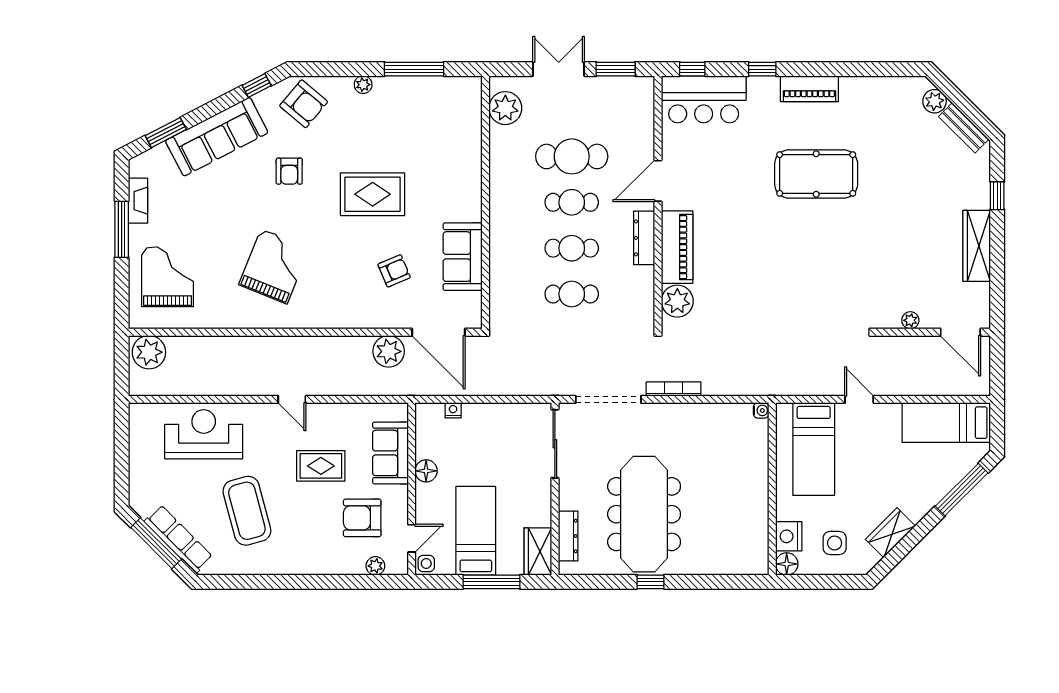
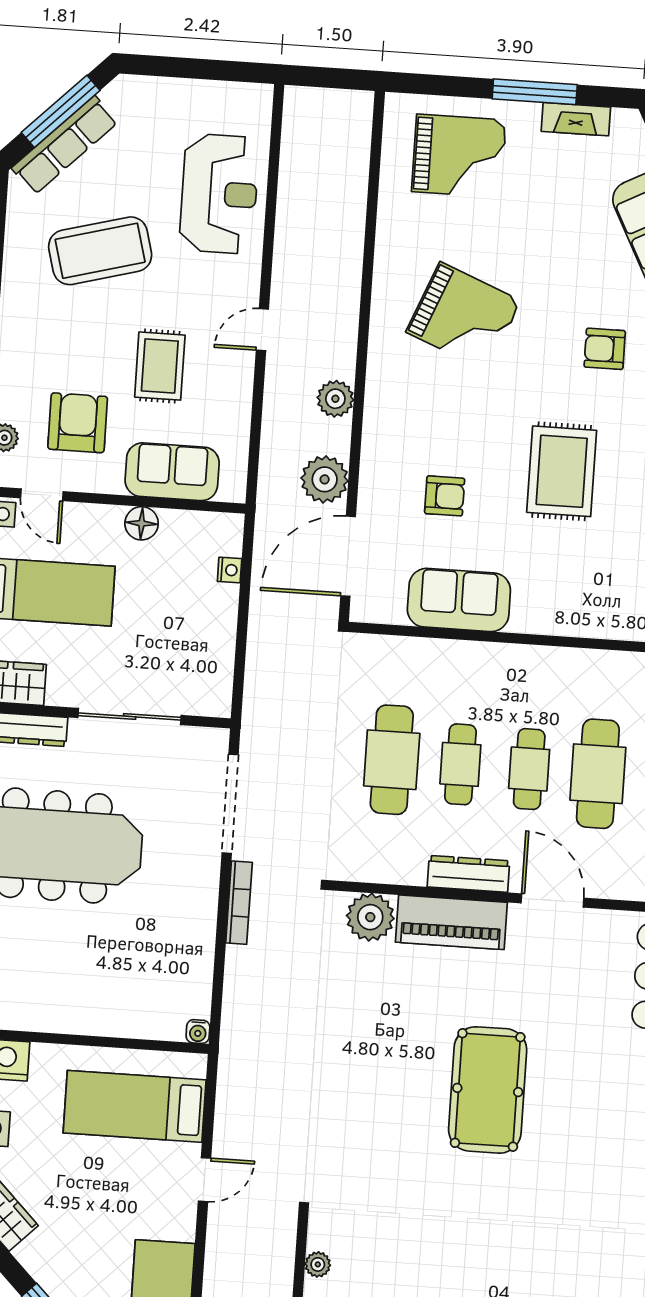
pool table: (816, 174) -> (488, 1090), moved
armchair: (394, 271) -> (445, 496), turned -67
cafe table: (572, 294) -> (392, 760), width x1.37, depth x1.35
plant: (149, 352) -> (335, 399), moved, width x0.73, depth x0.73
sliding door: (555, 444) -> (130, 717), moved

